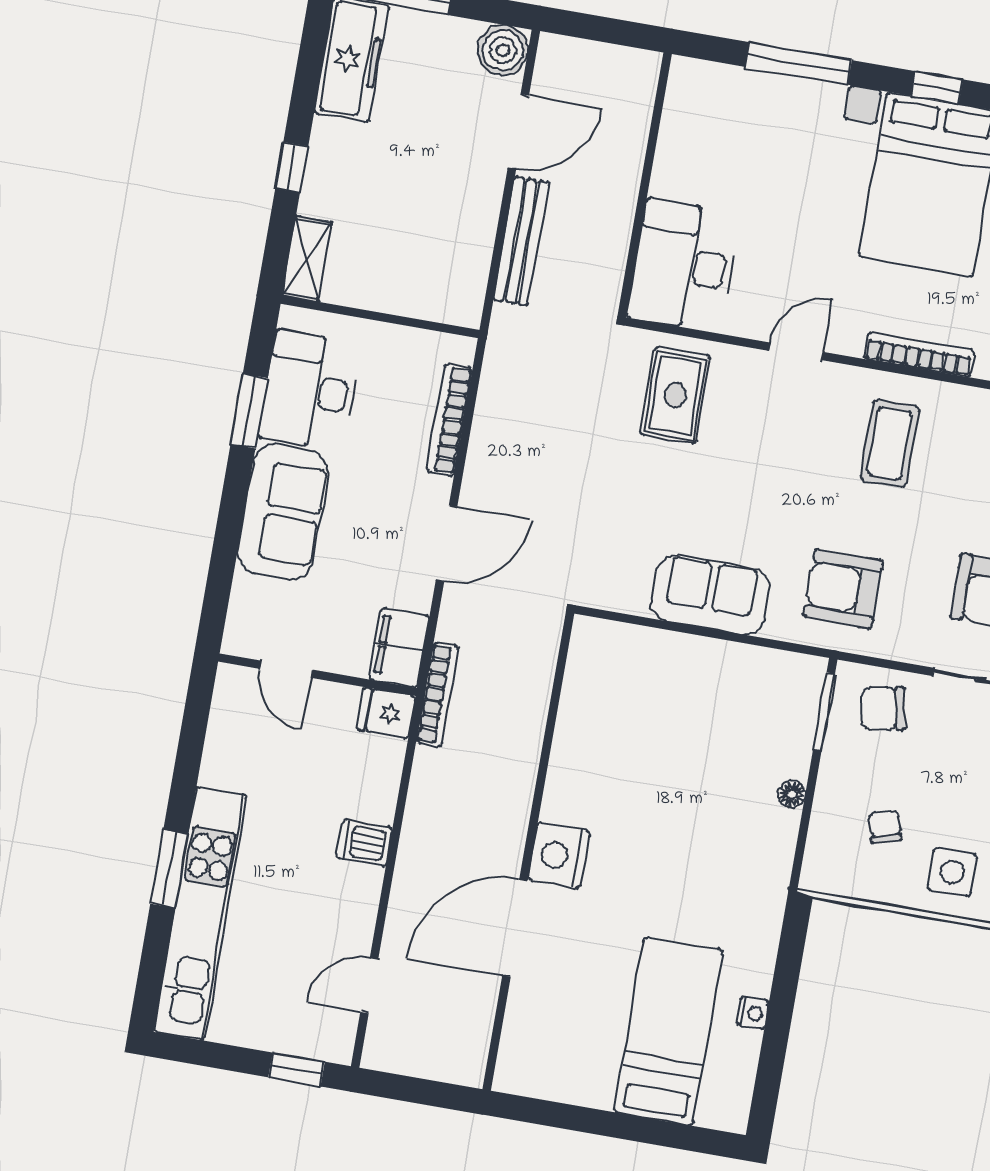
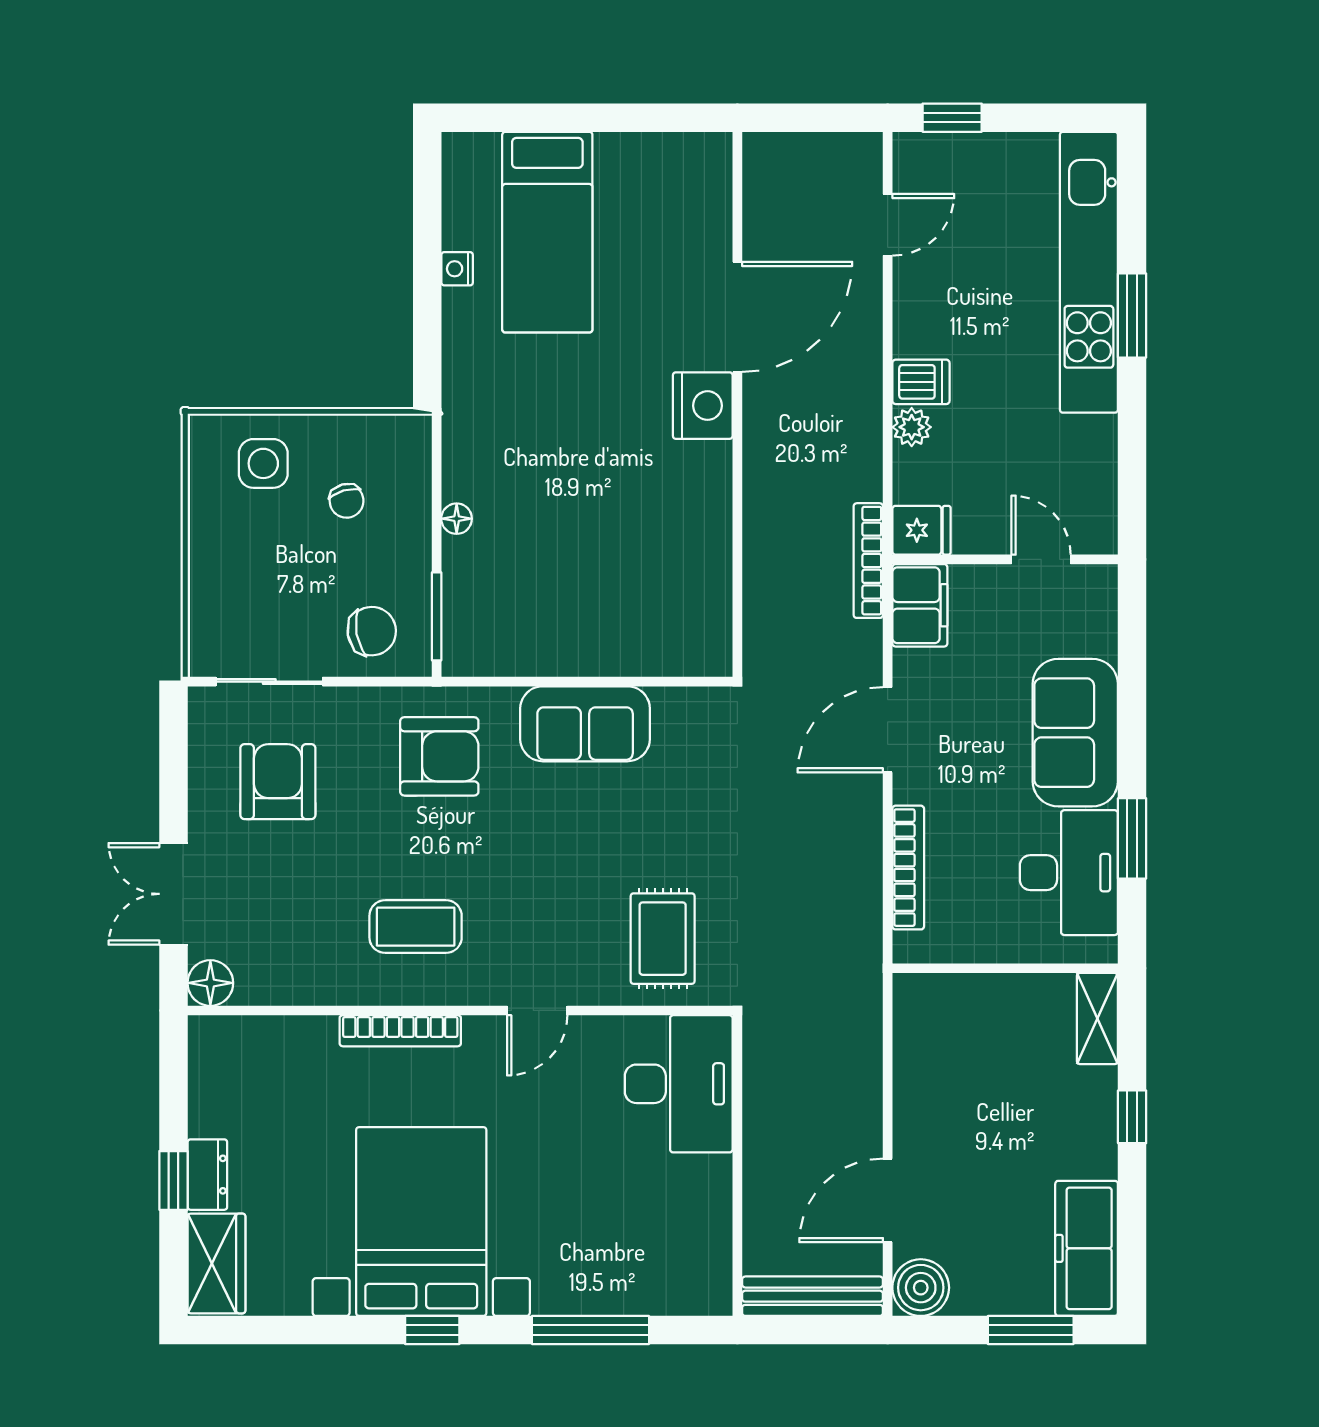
bench: (521, 241) -> (812, 1296), moved, turned 90
coffee table: (890, 443) -> (416, 927), turned 90
plant: (379, 805) -> (912, 427), added

